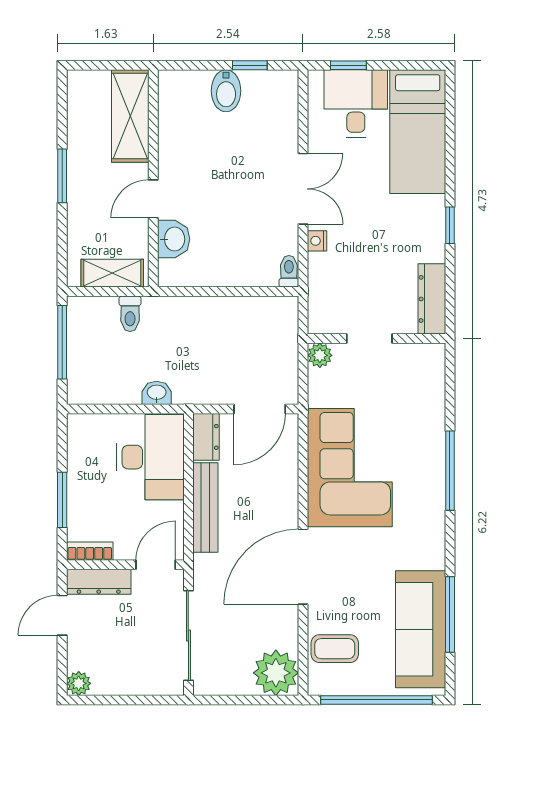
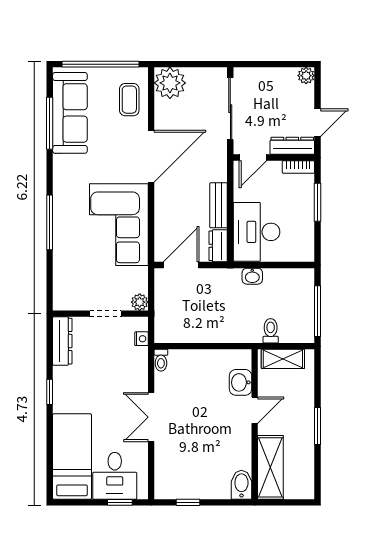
bidet: (226, 91) -> (241, 485), moved
nightstand: (317, 241) -> (141, 339), moved
bench: (205, 508) -> (219, 205), width x0.73
coffee table: (335, 649) -> (129, 100), turned 90

